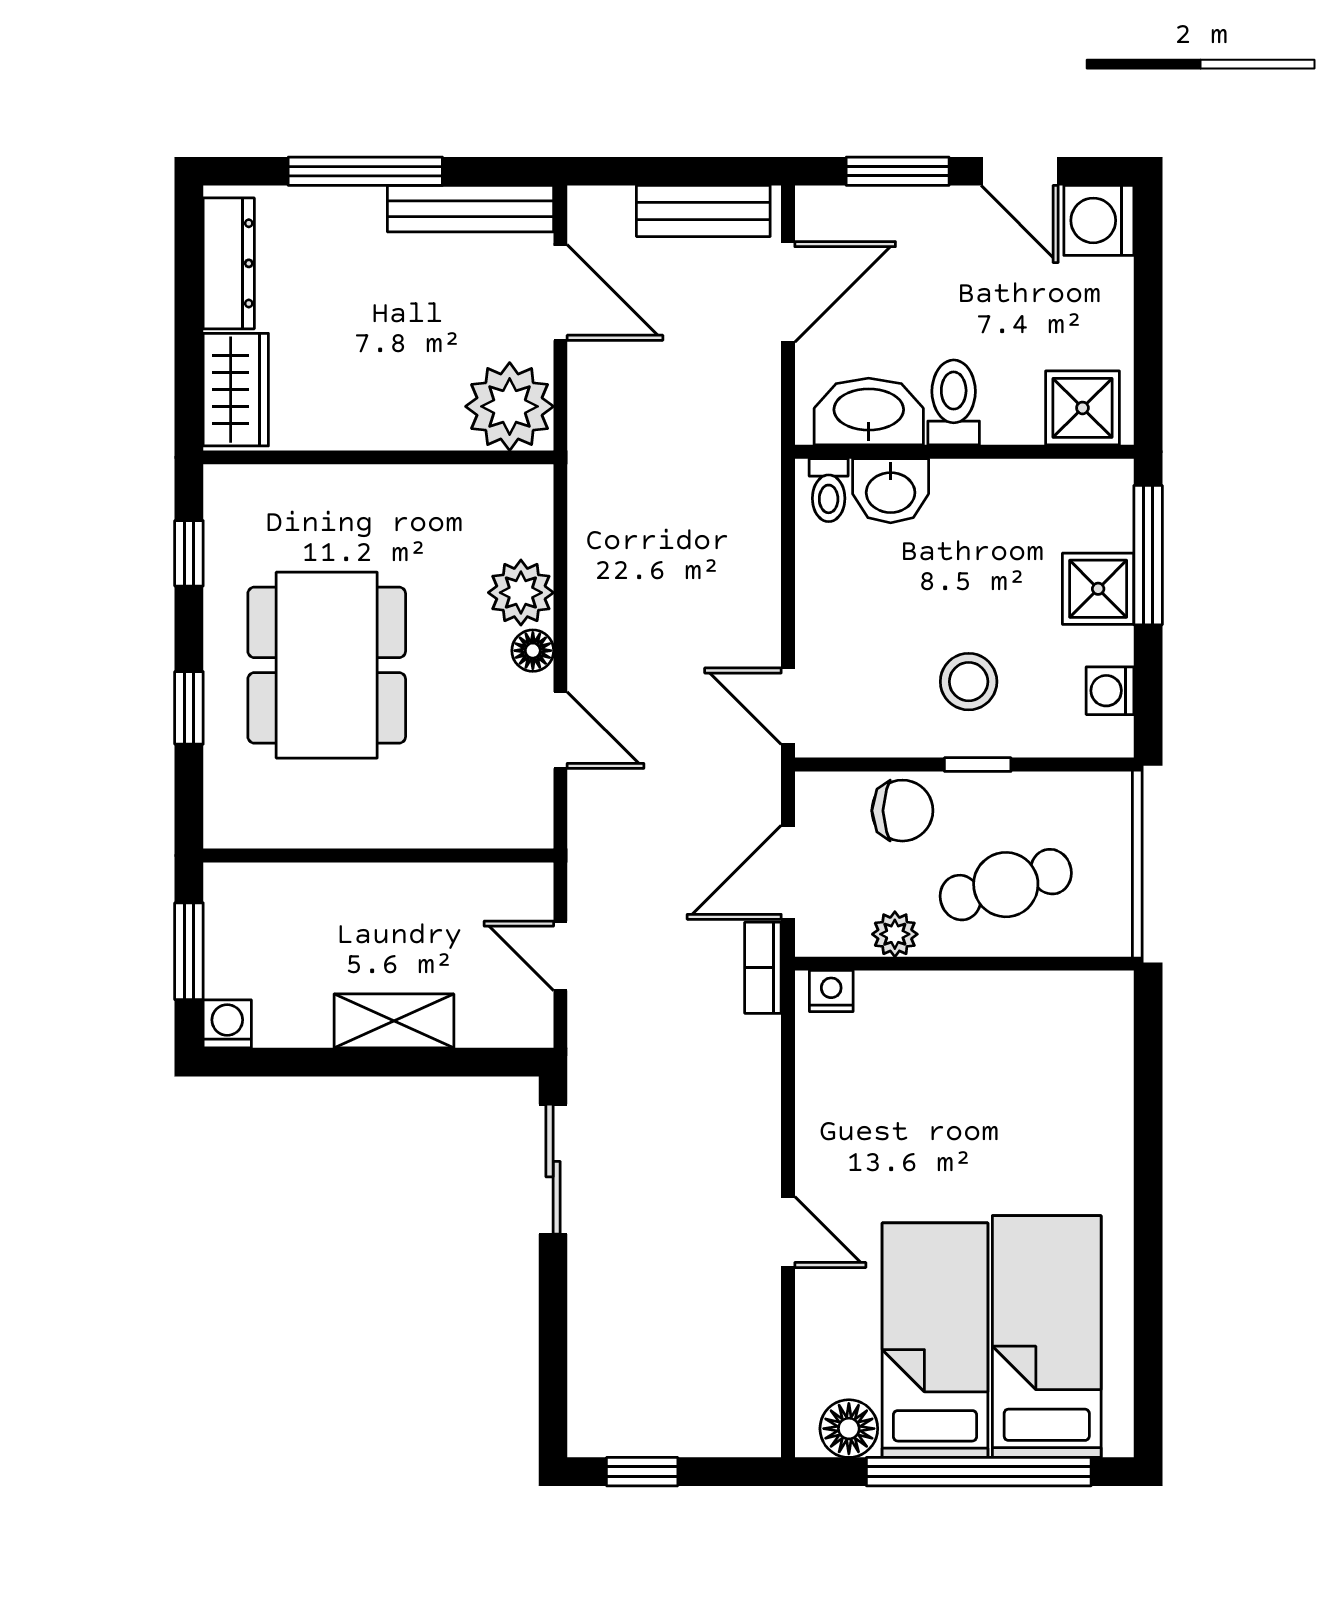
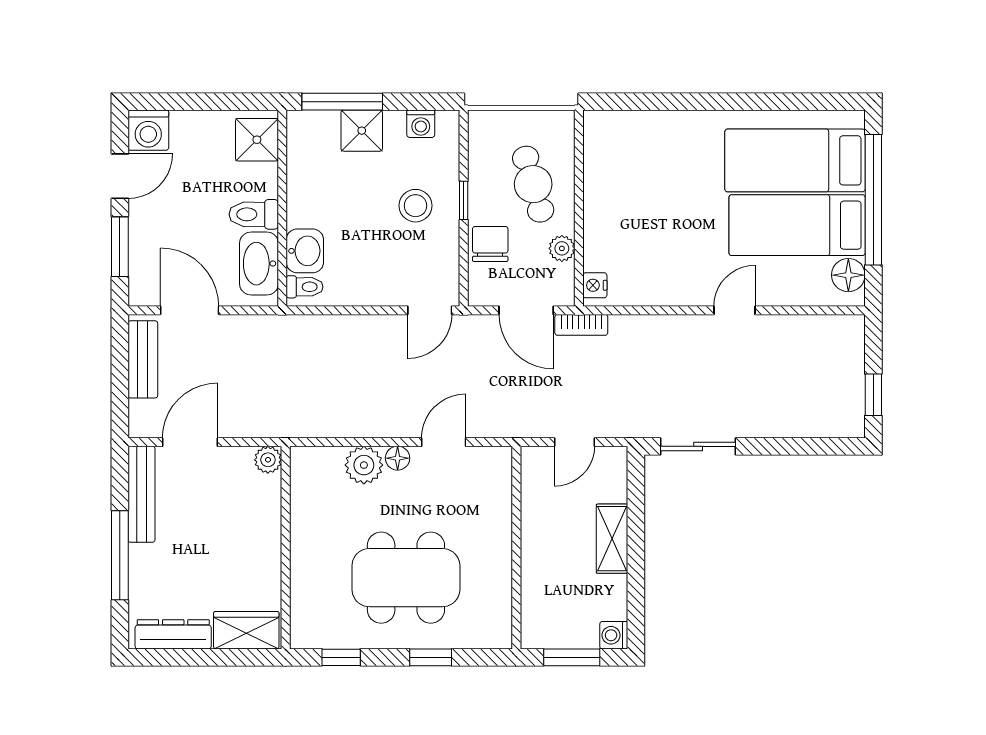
plant: (510, 406) -> (268, 460), width x0.53, depth x0.53

